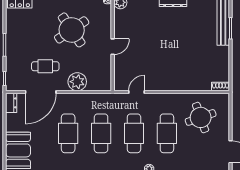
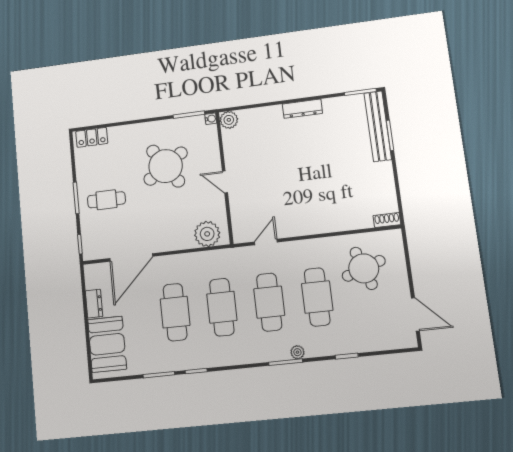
door: (113, 47) -> (225, 182), swing flipped
cafe table: (45, 66) -> (106, 200), moved
plant: (77, 82) -> (207, 234), moved
dresser: (11, 103) -> (94, 304), moved

